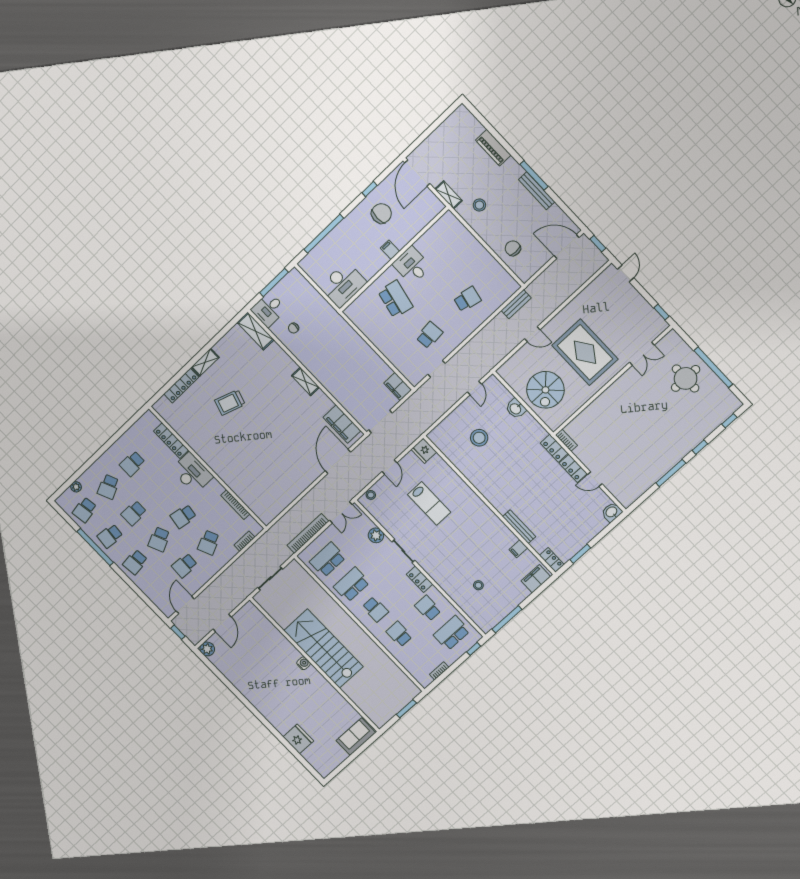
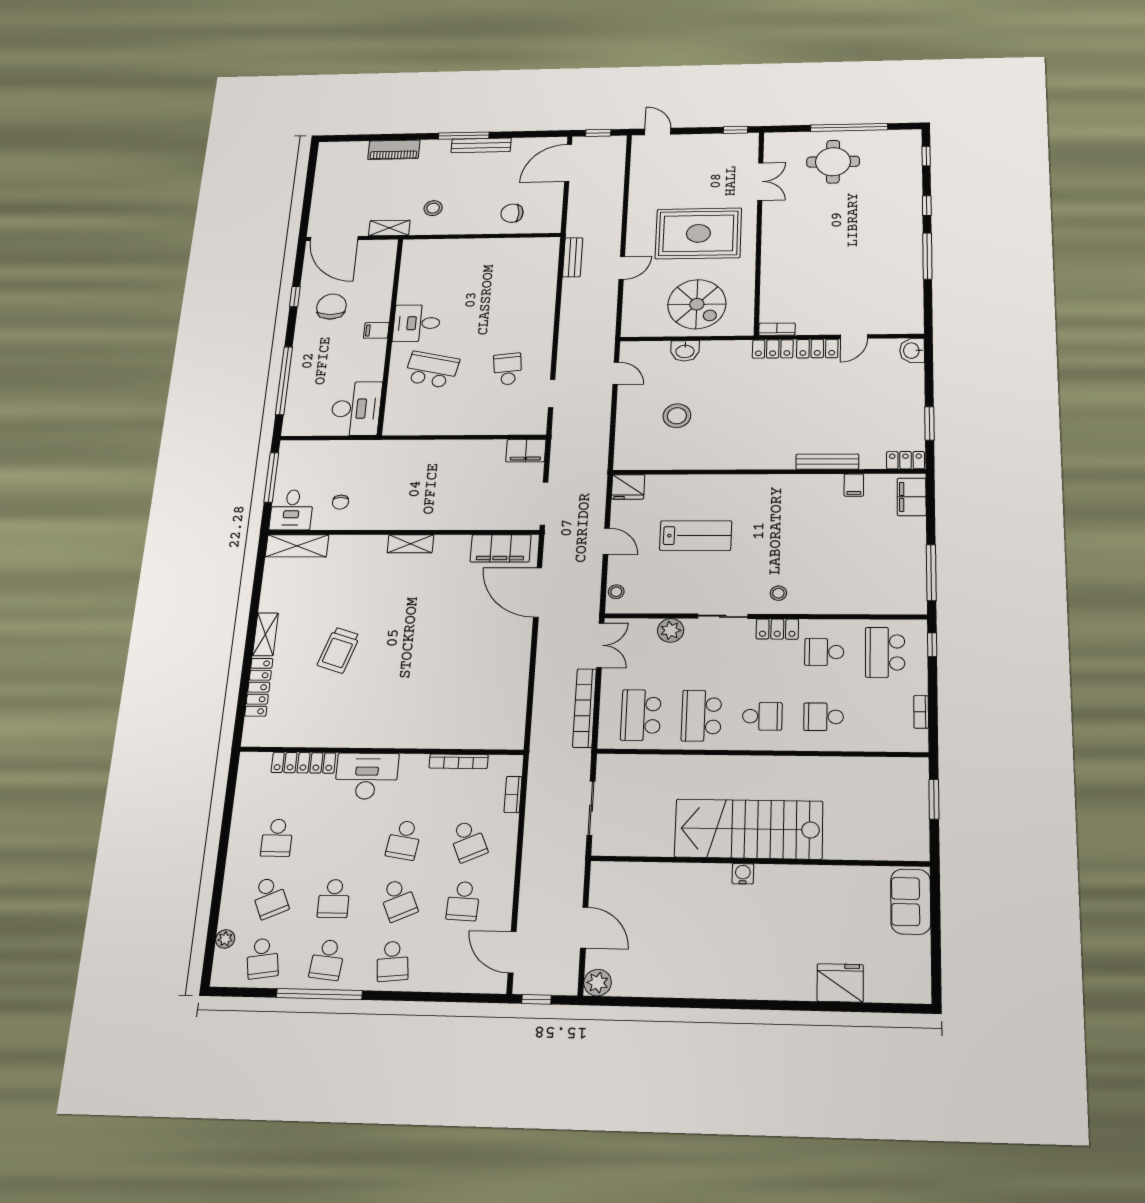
school desk: (467, 299) -> (513, 299), removed
stool: (478, 585) -> (778, 593), moved

